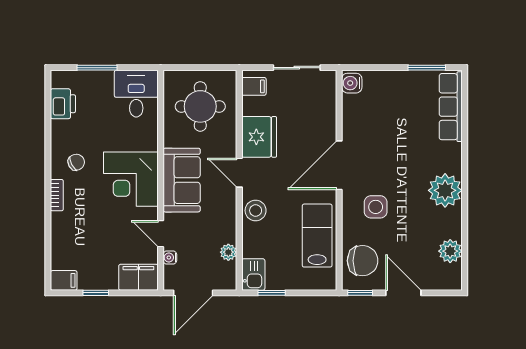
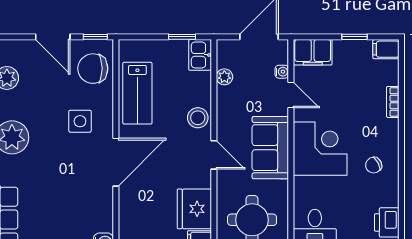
fridge: (259, 137) -> (194, 209), moved
bookcase: (57, 195) -> (393, 102), moved

